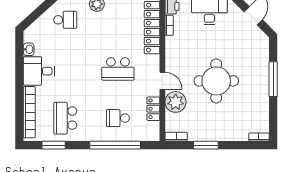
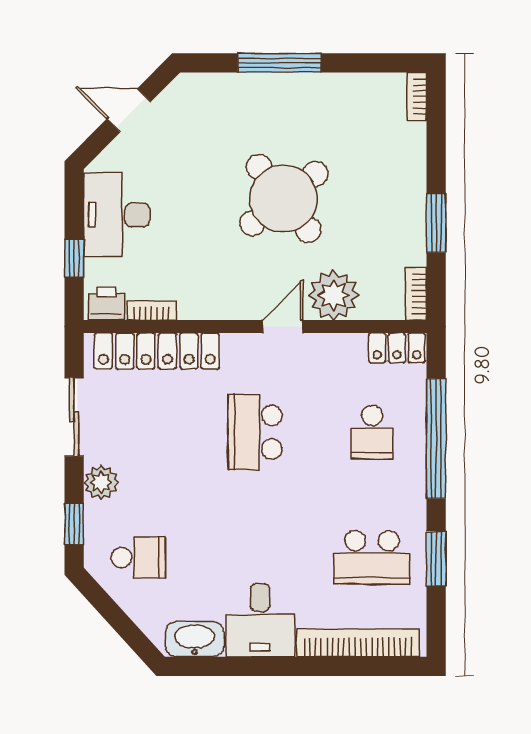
school desk: (65, 20) -> (138, 557), turned 90
washbasin: (29, 49) -> (195, 639), width x1.91, depth x1.45
school desk: (118, 69) -> (255, 432), turned 180
round table: (216, 81) -> (284, 198), turned -38
locker: (153, 109) -> (397, 348), moved
window: (54, 145) -> (436, 559), moved

